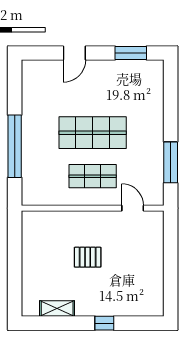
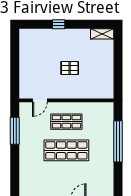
door: (133, 208) -> (40, 100), hinge flipped
shelving: (57, 309) -> (102, 34), moved

